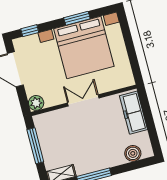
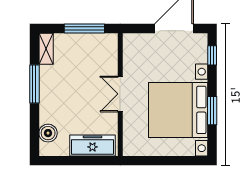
double door: (83, 100) -> (120, 94), swing flipped
plant: (36, 103) -> (131, 42), removed

